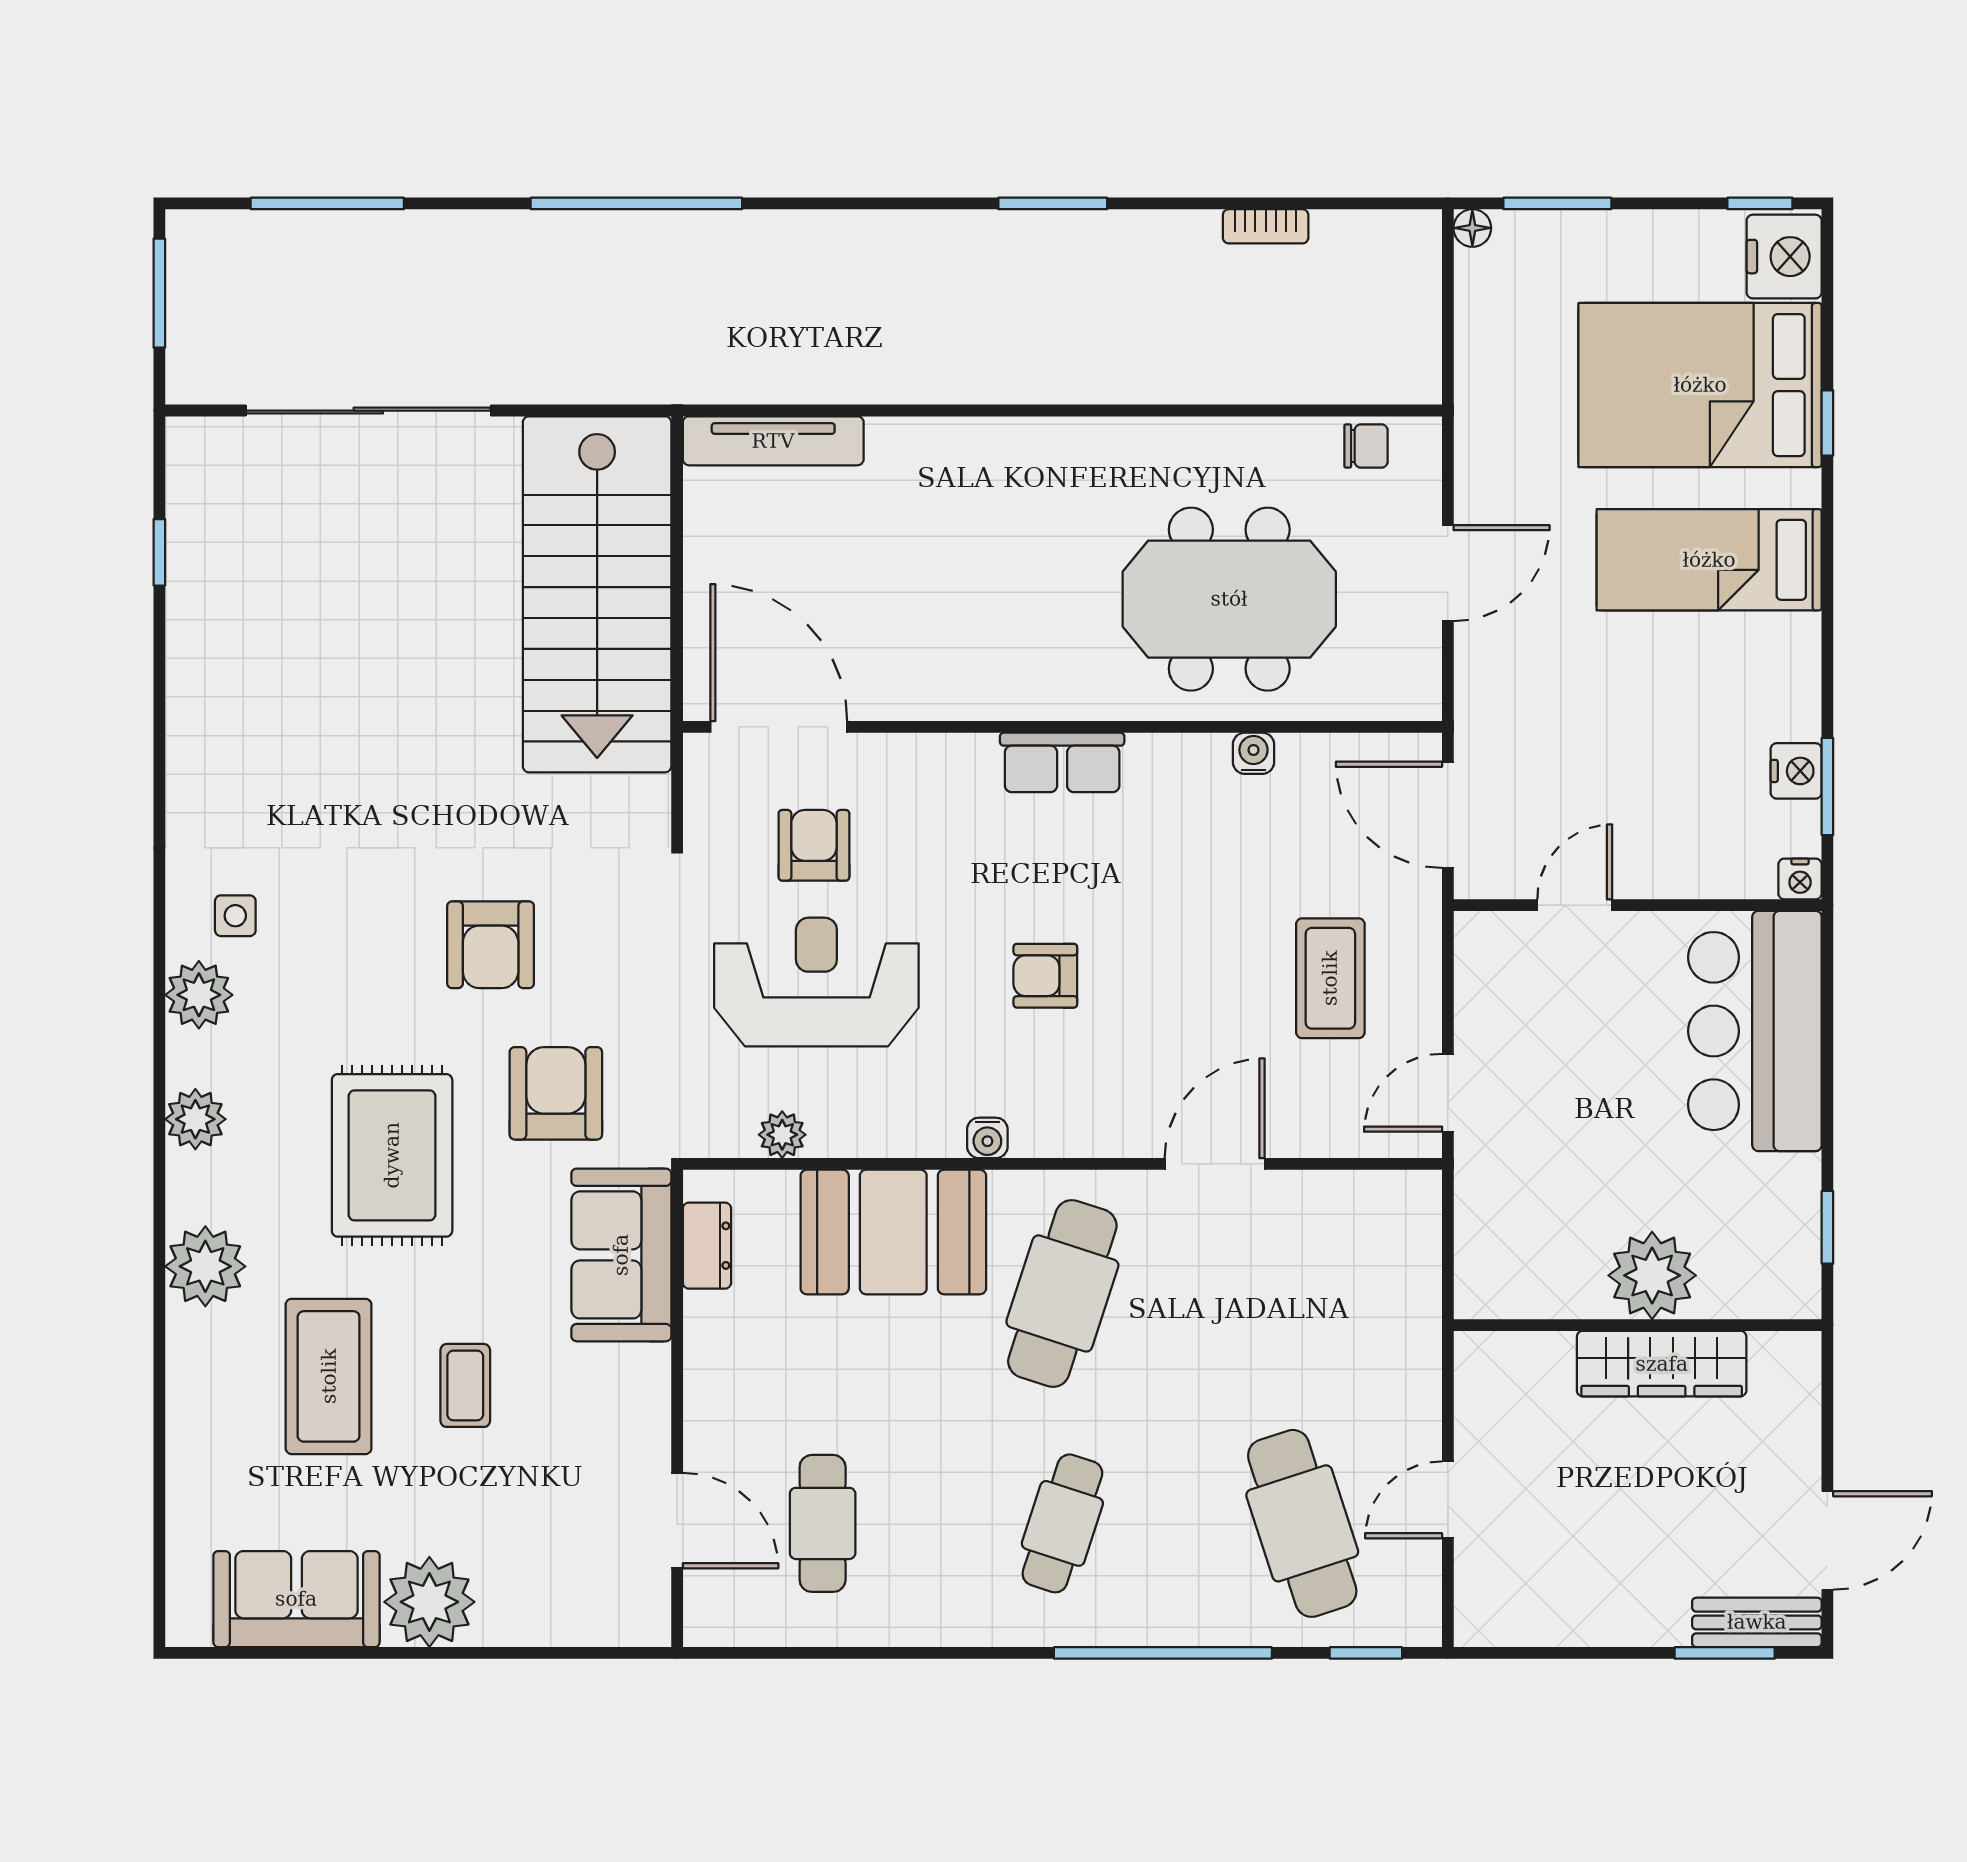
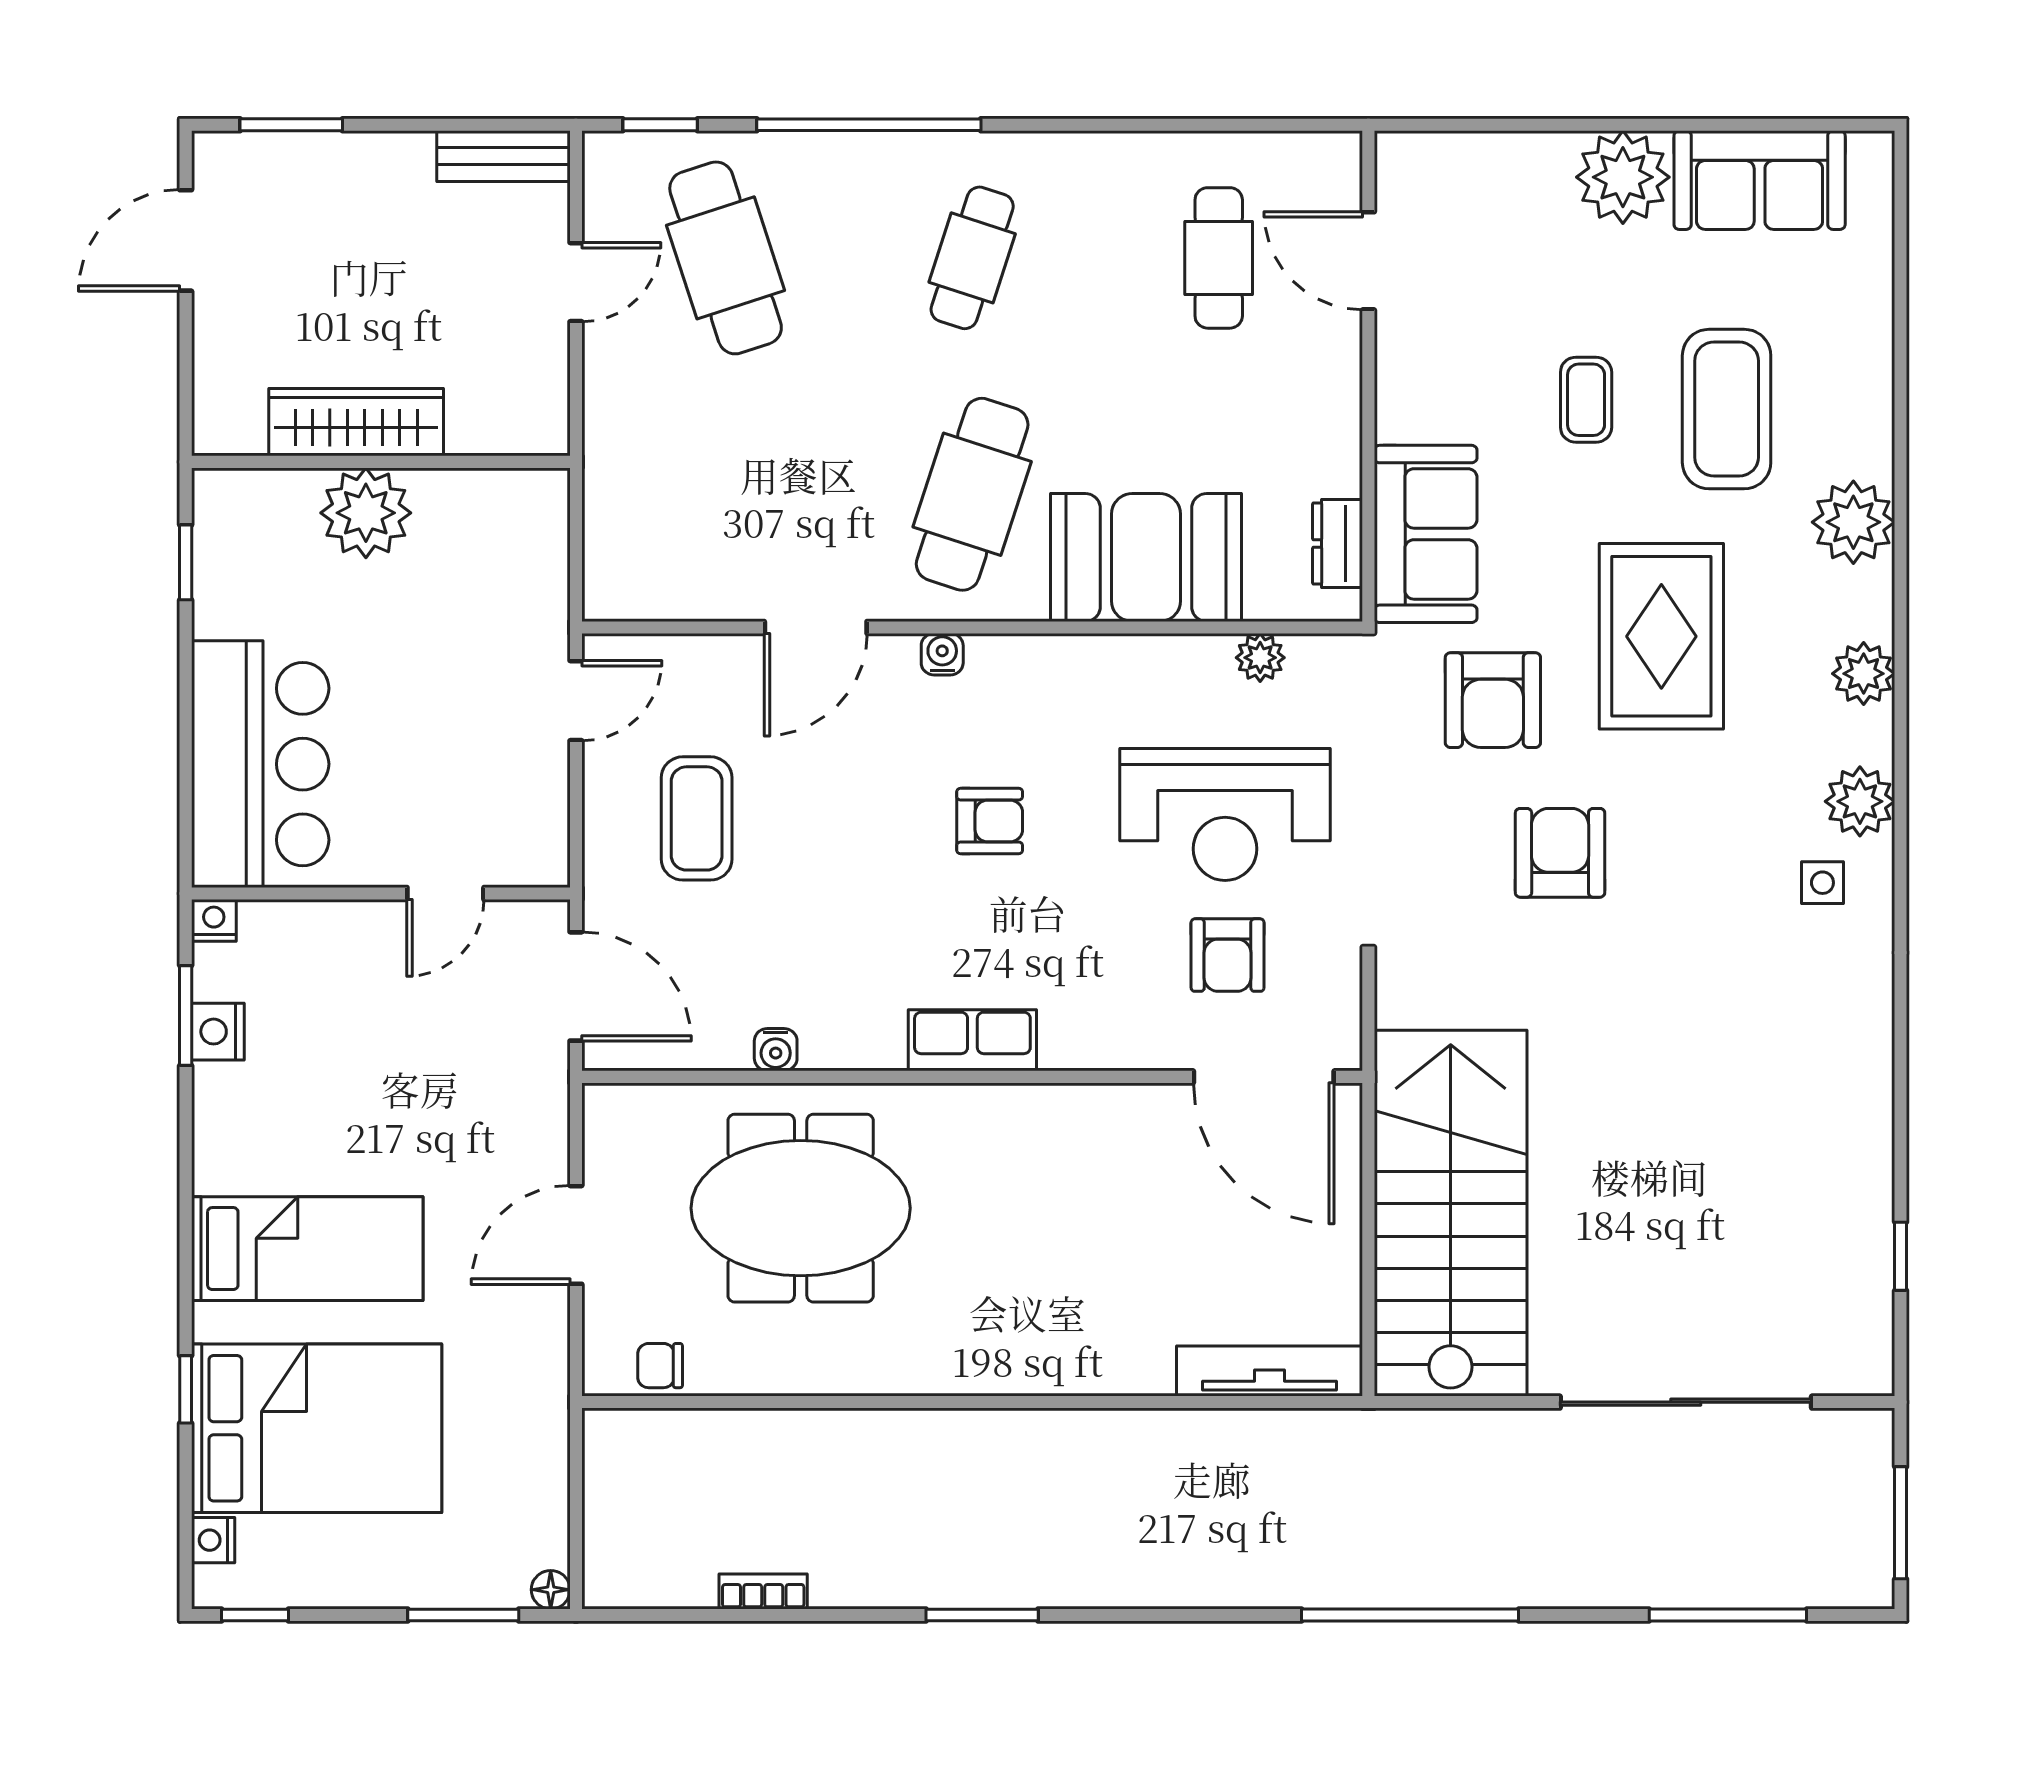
nightstand: (1784, 257) -> (213, 1540), width x0.53, depth x0.56
water cooler: (987, 1138) -> (942, 654), moved
bench: (1757, 1622) -> (503, 156), moved

